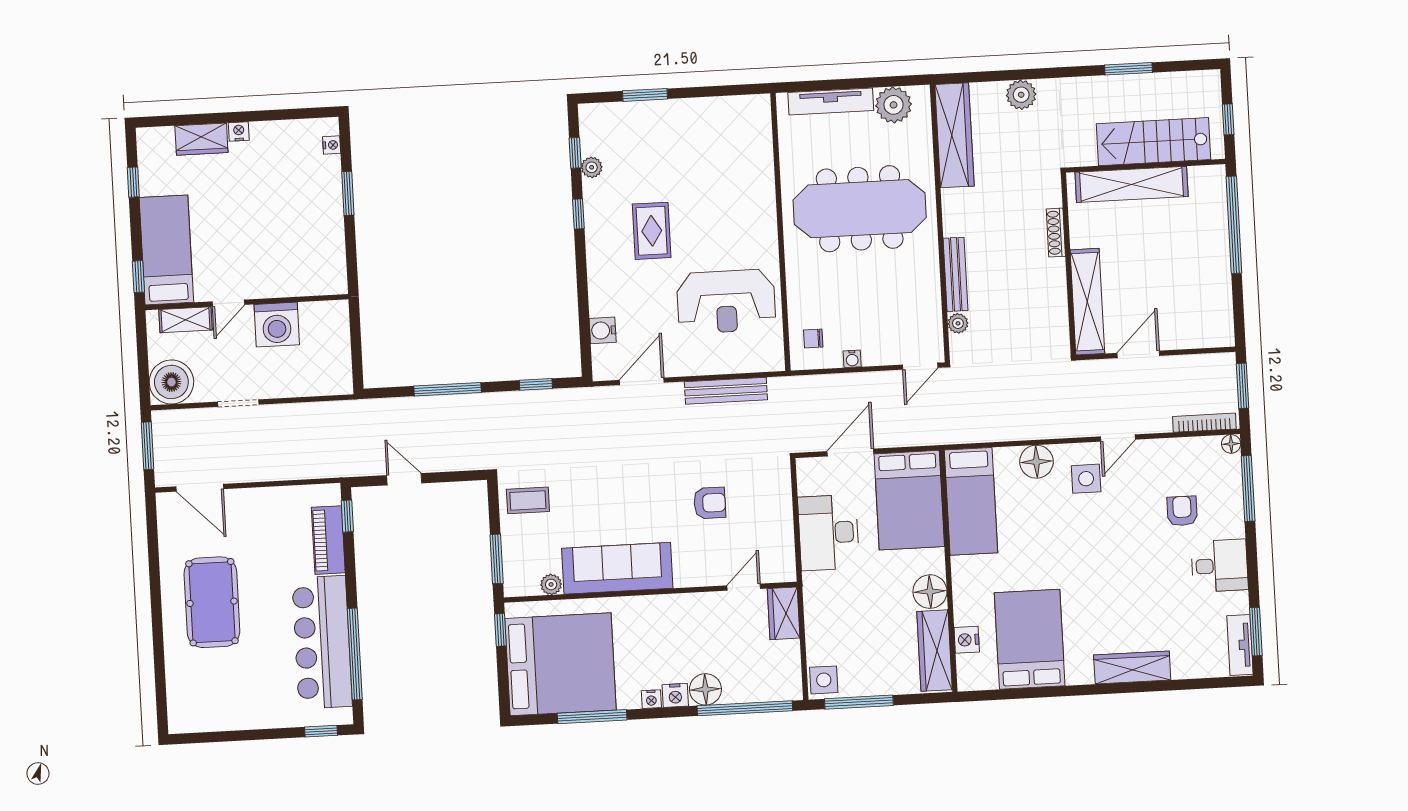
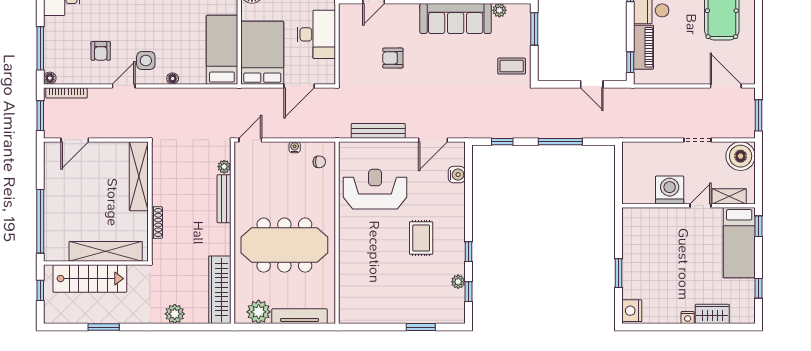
nightstand: (332, 145) -> (632, 311), width x1.89, depth x1.79
door: (1138, 354) -> (75, 140), moved
floor lamp: (1036, 462) -> (173, 79), width x0.53, depth x0.53
armchair: (1182, 511) -> (101, 51), moved

